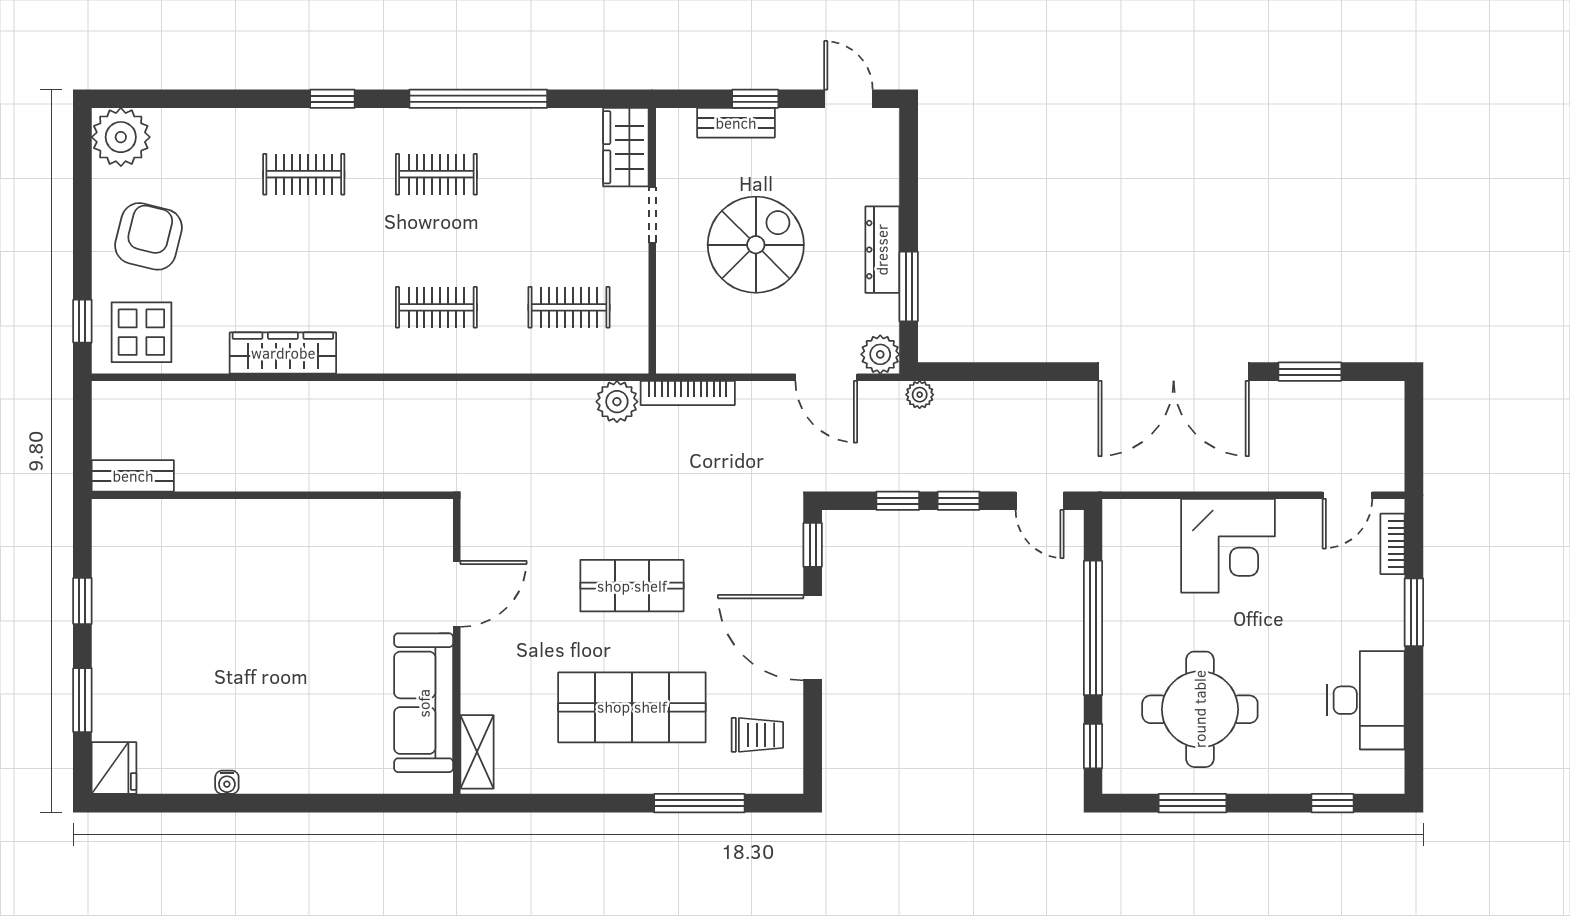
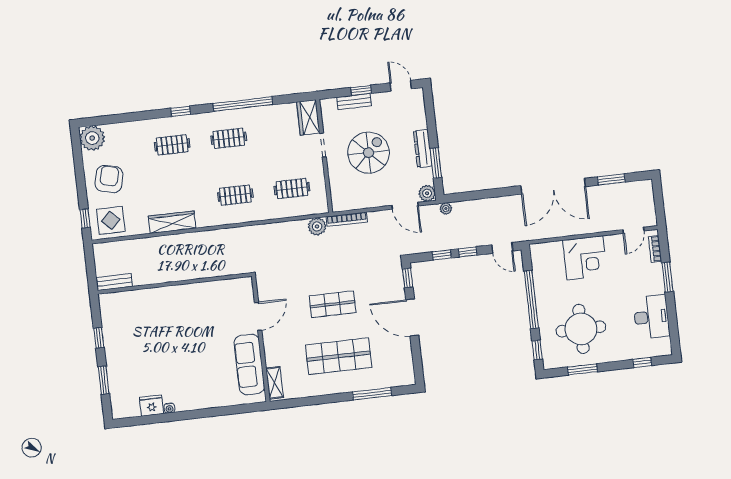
trolley: (757, 735) -> (393, 362), removed
fridge: (114, 768) -> (152, 406), moved, turned -90

